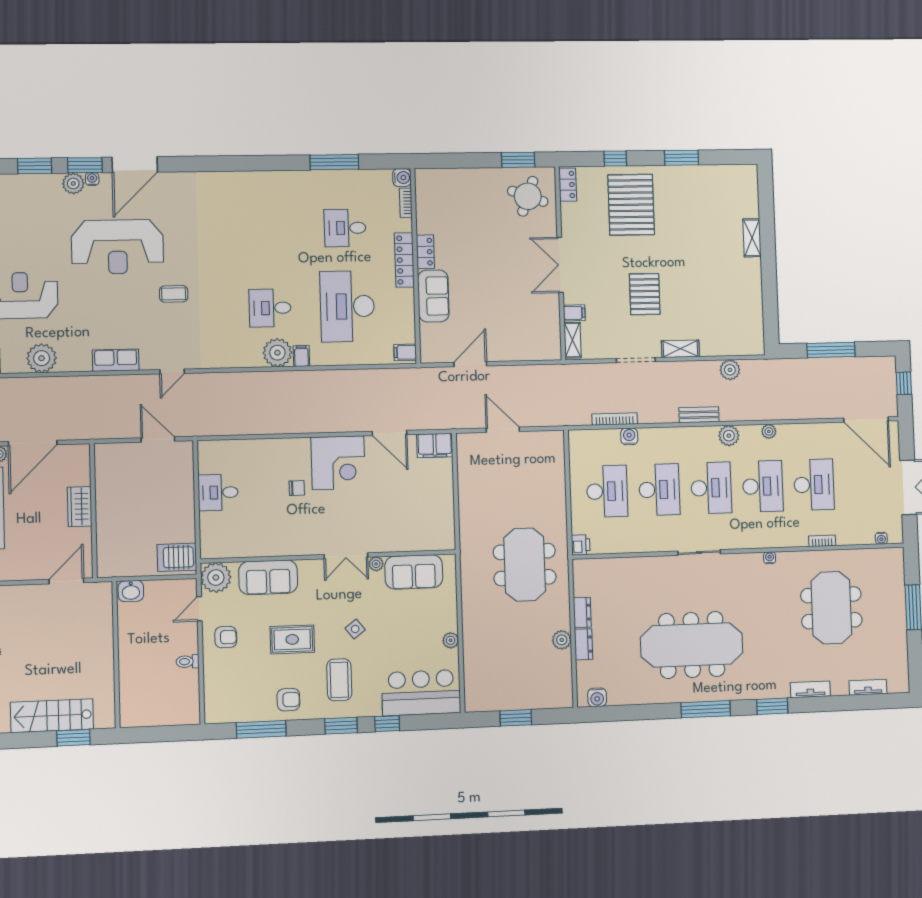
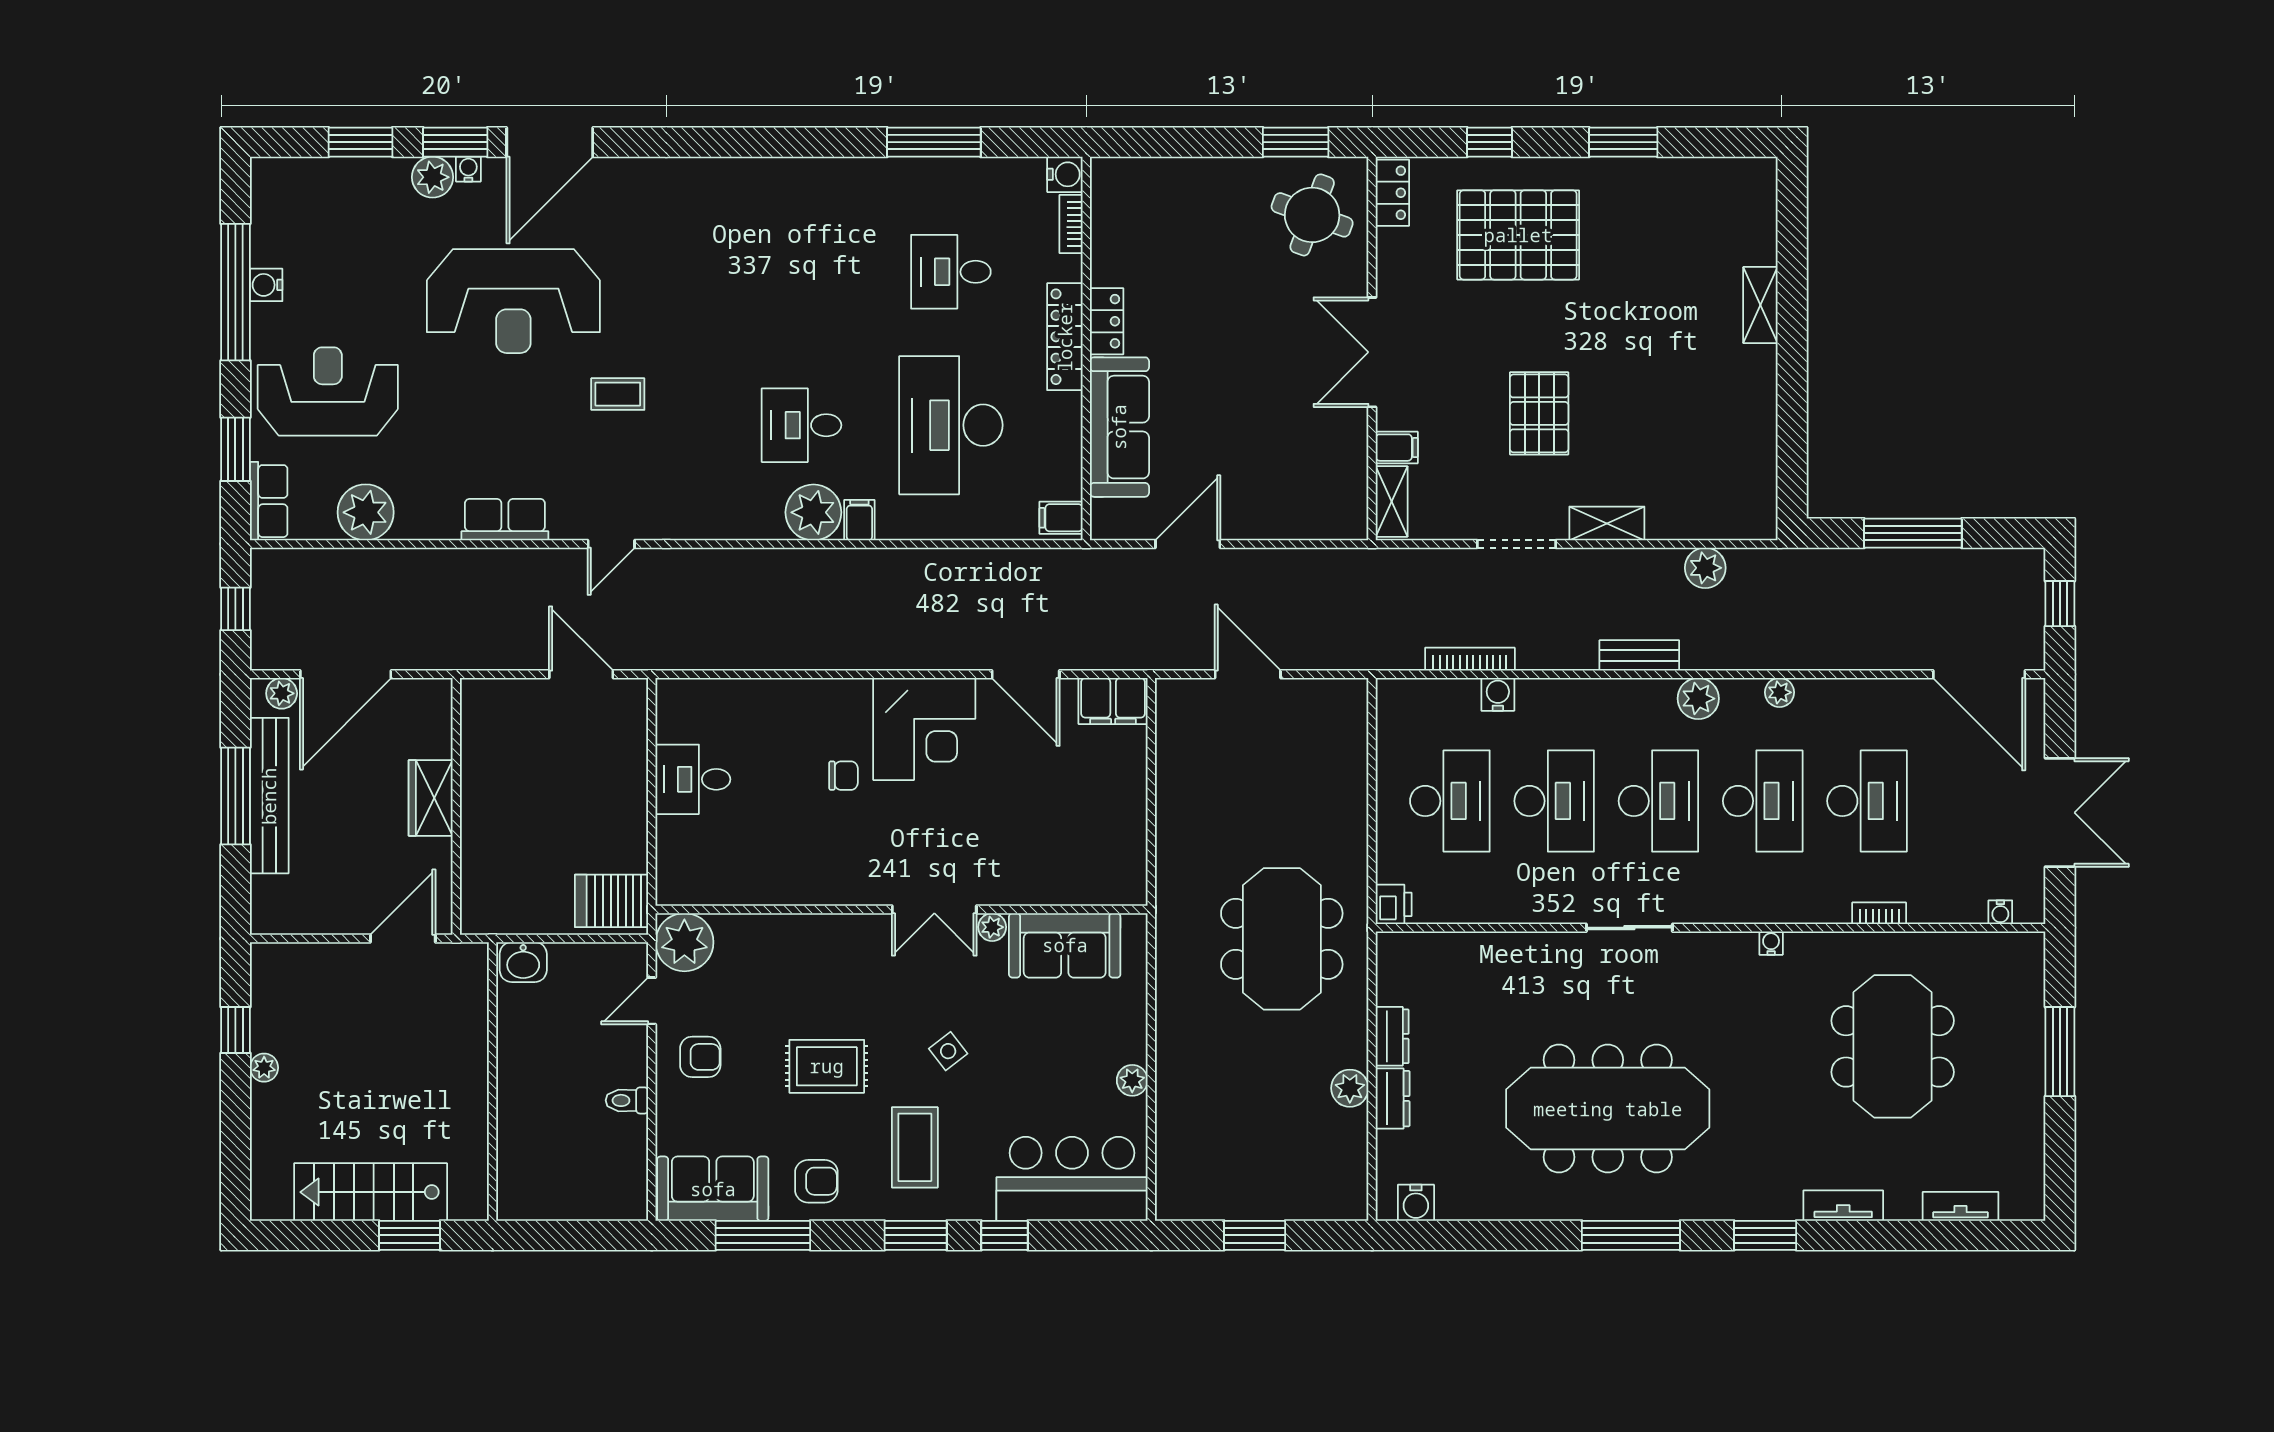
pallet: (631, 205) -> (1518, 235), turned 90
sofa: (433, 296) -> (1119, 427), width x1.36
sofa: (268, 577) -> (713, 1189), moved, turned 180

